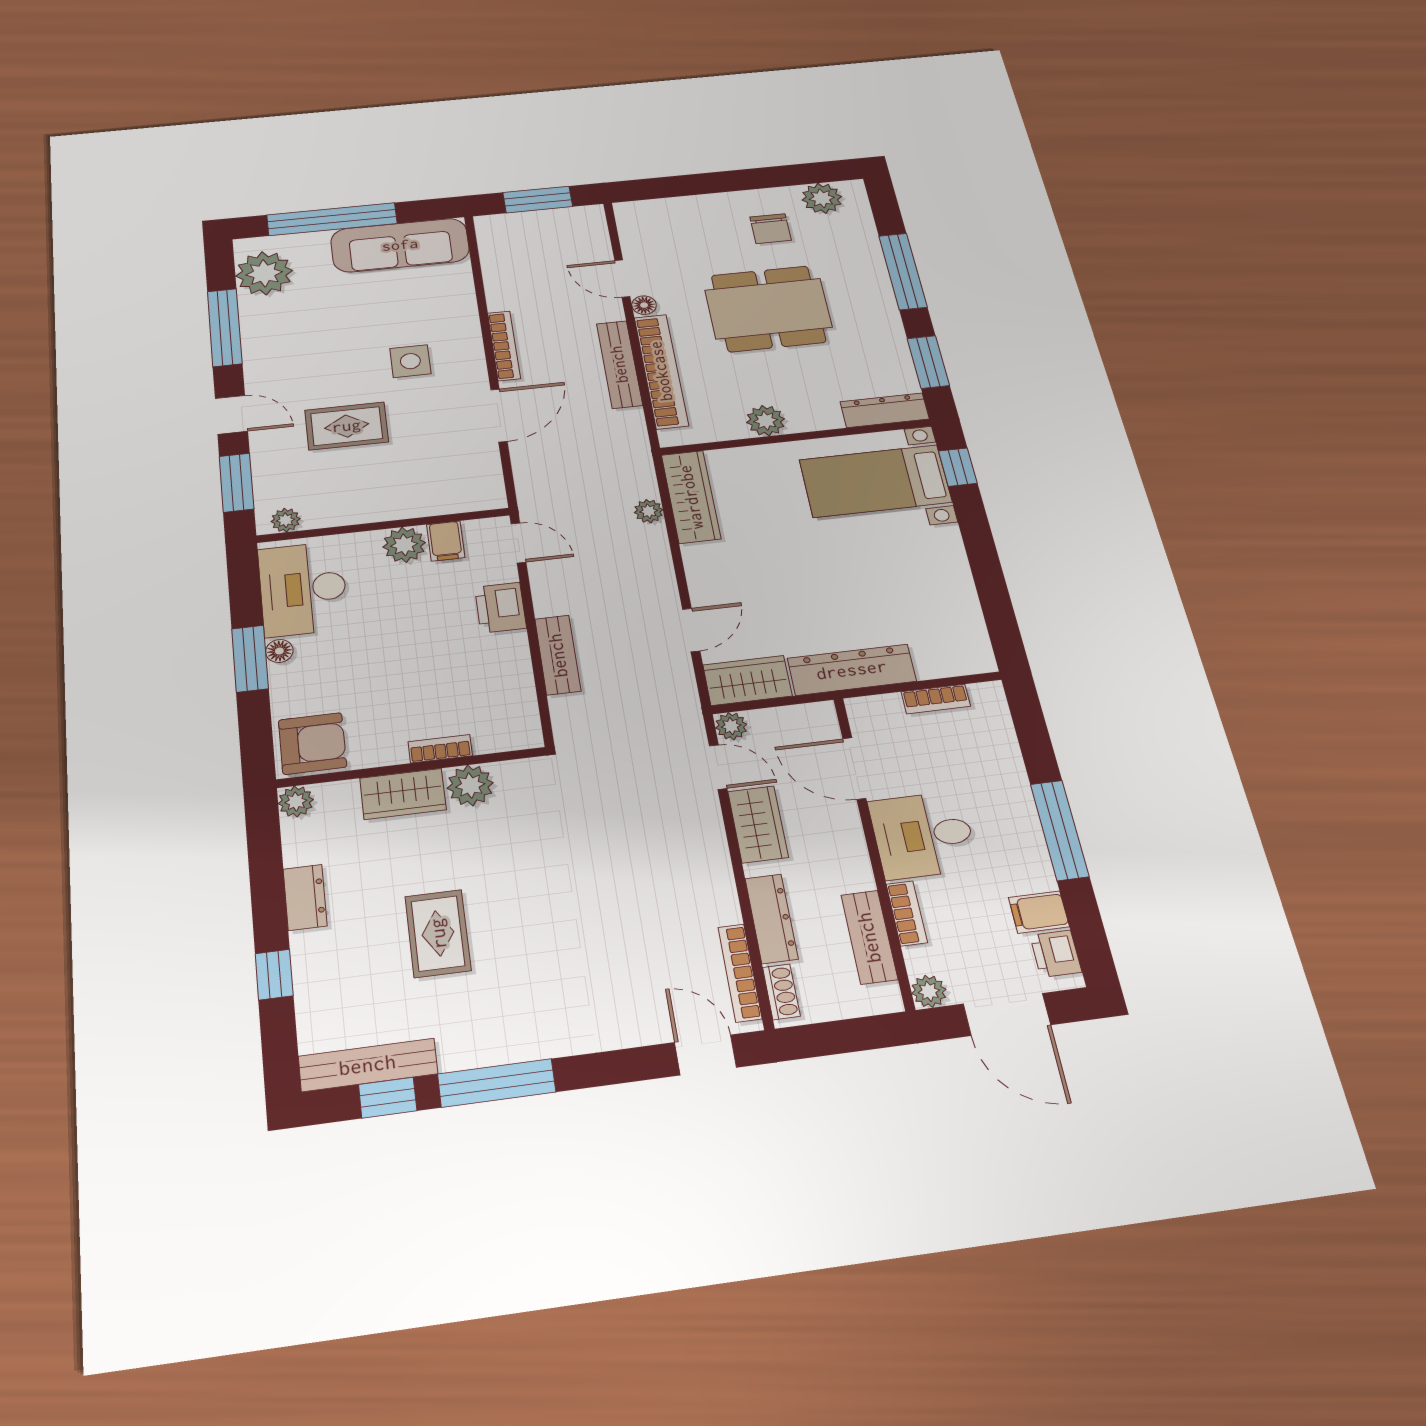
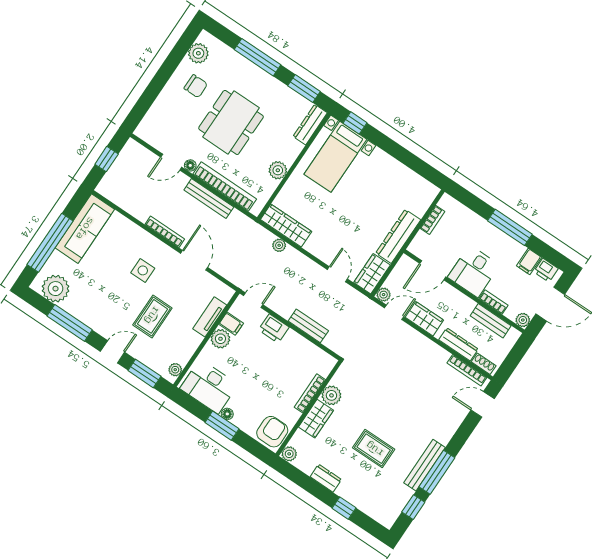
window: (538, 200) -> (107, 159), width x0.67
tv unit: (426, 503) -> (210, 317), added
bookcase: (440, 749) -> (310, 393), width x1.56
bench: (368, 1065) -> (424, 465), moved

